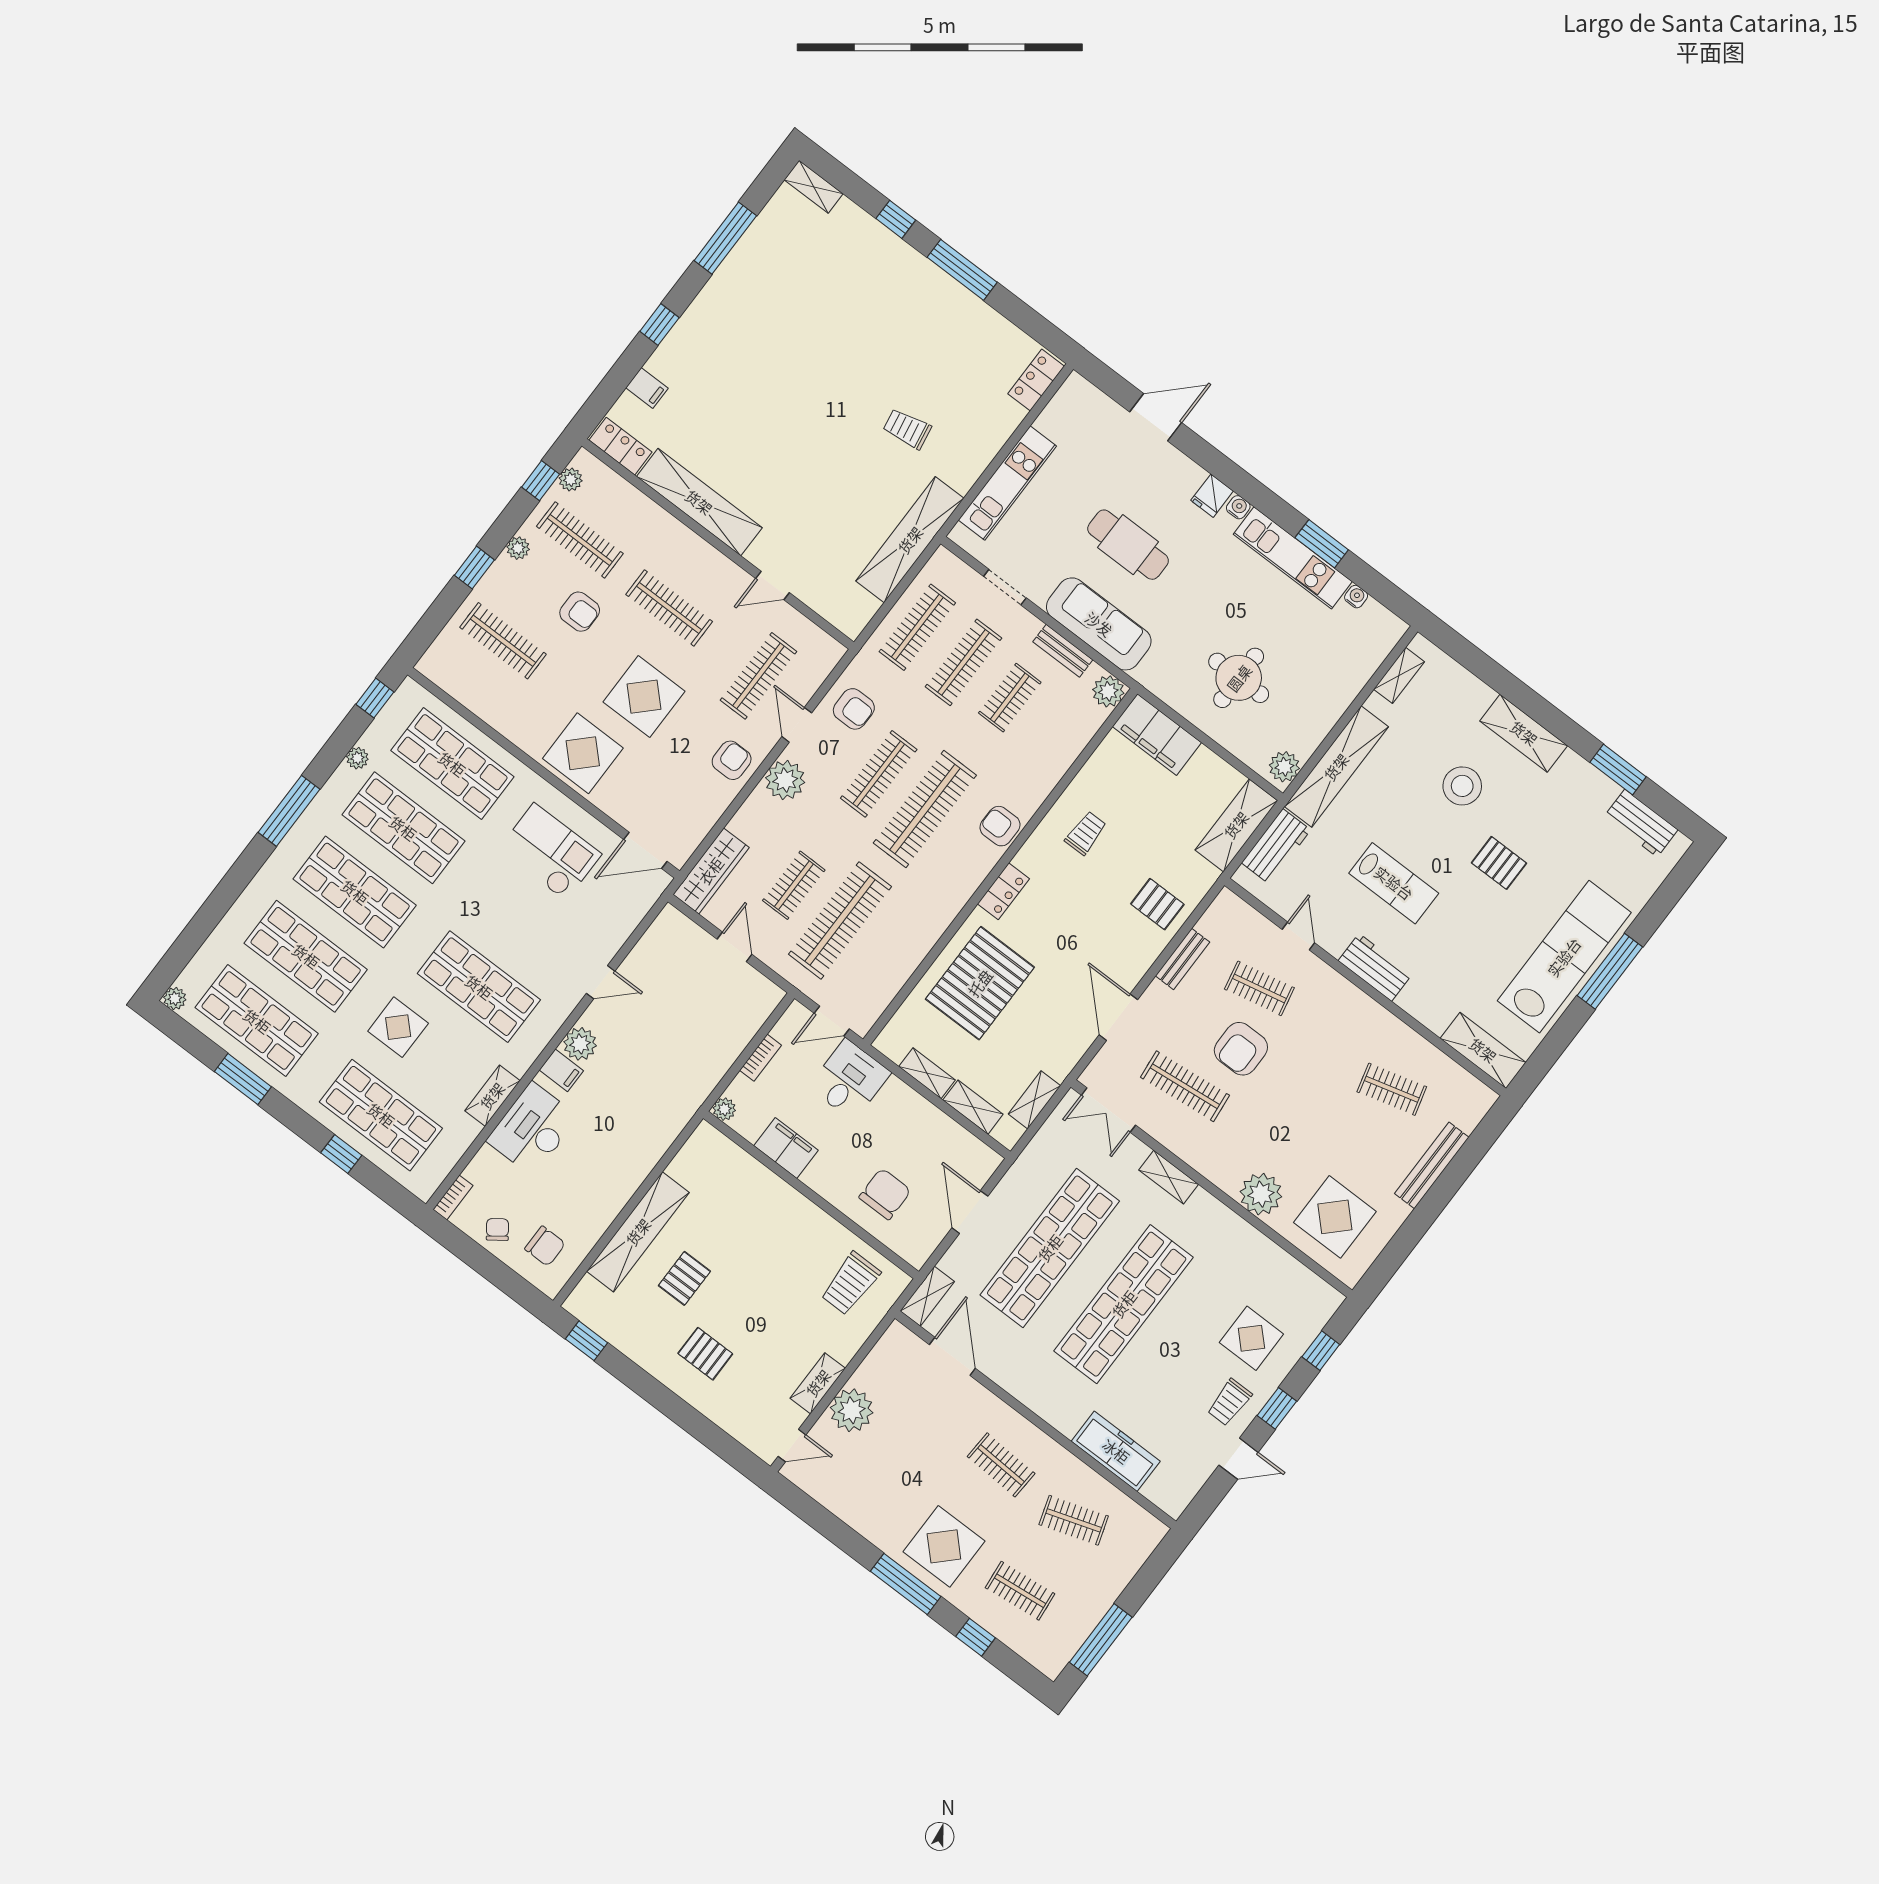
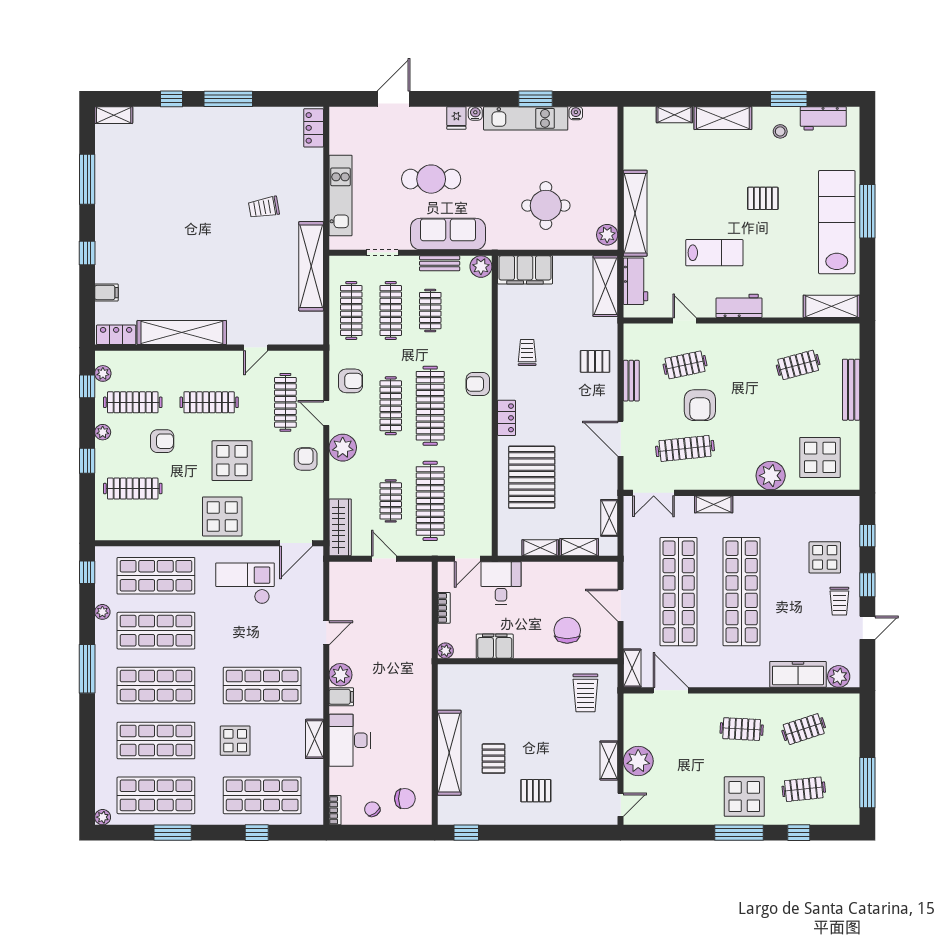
shelving: (1399, 675) -> (674, 115), moved, turned 90
stool: (1462, 786) -> (780, 131), moved, width x0.53, depth x0.53
plant: (1161, 1490) -> (839, 676), added

